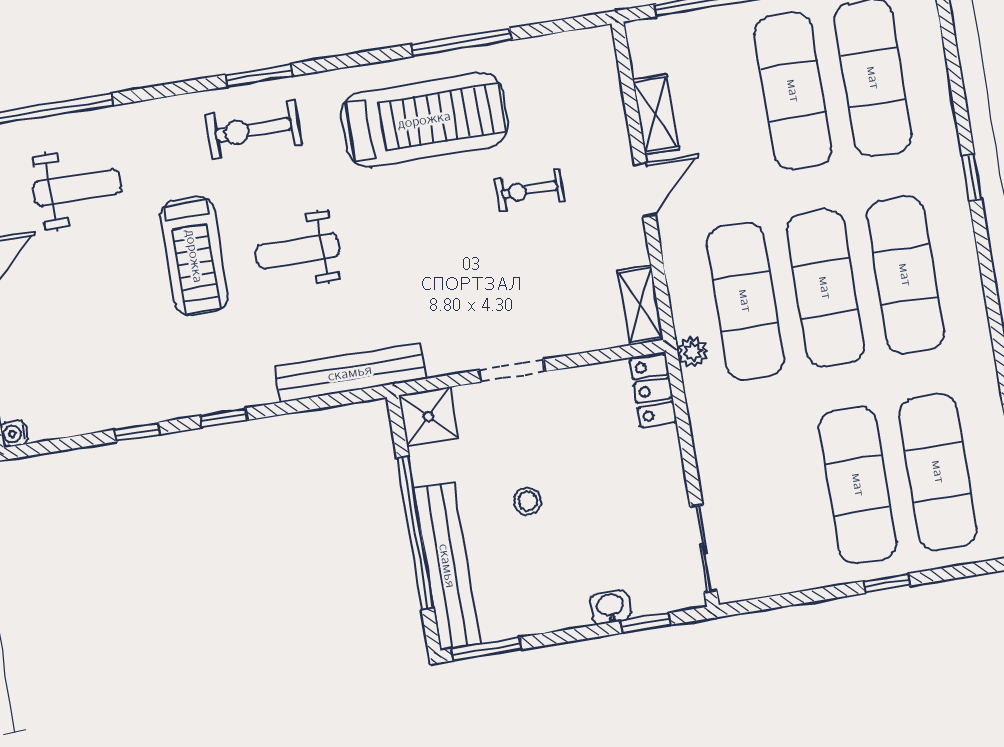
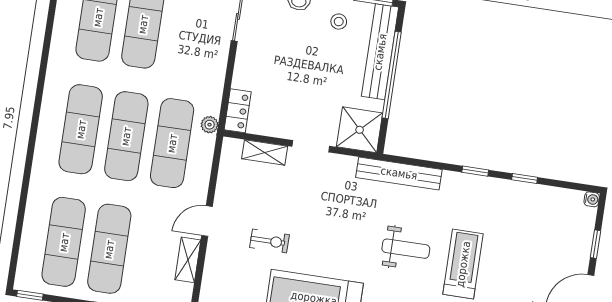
window: (972, 177) -> (28, 170), removed
shelving: (640, 305) -> (265, 152), moved, turned 90
shower: (428, 417) -> (360, 130), width x1.36, depth x1.36
stool: (528, 501) -> (339, 22), moved

